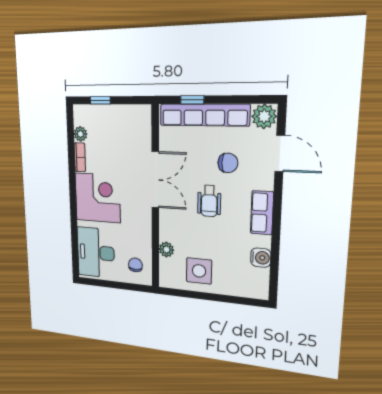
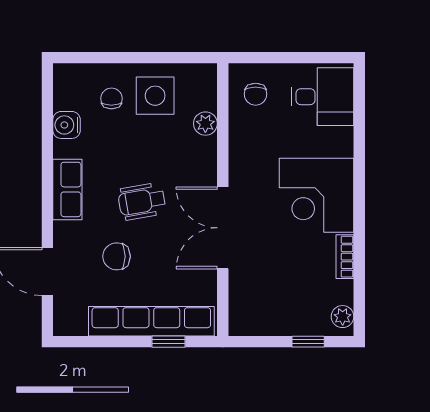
plant: (264, 116) -> (70, 320), removed
plant: (80, 134) -> (343, 317), moved
wheelchair: (209, 201) -> (142, 201), turned -100
desk: (96, 252) -> (322, 97), width x0.73
chair: (228, 272) -> (111, 98), added

